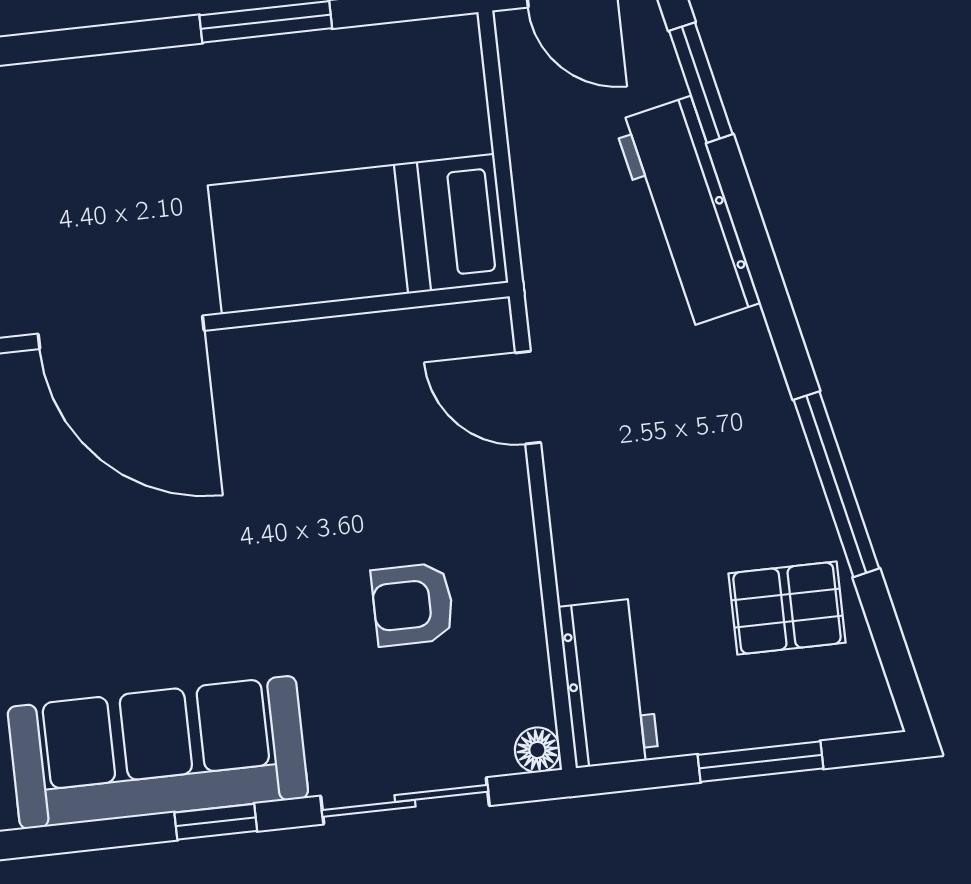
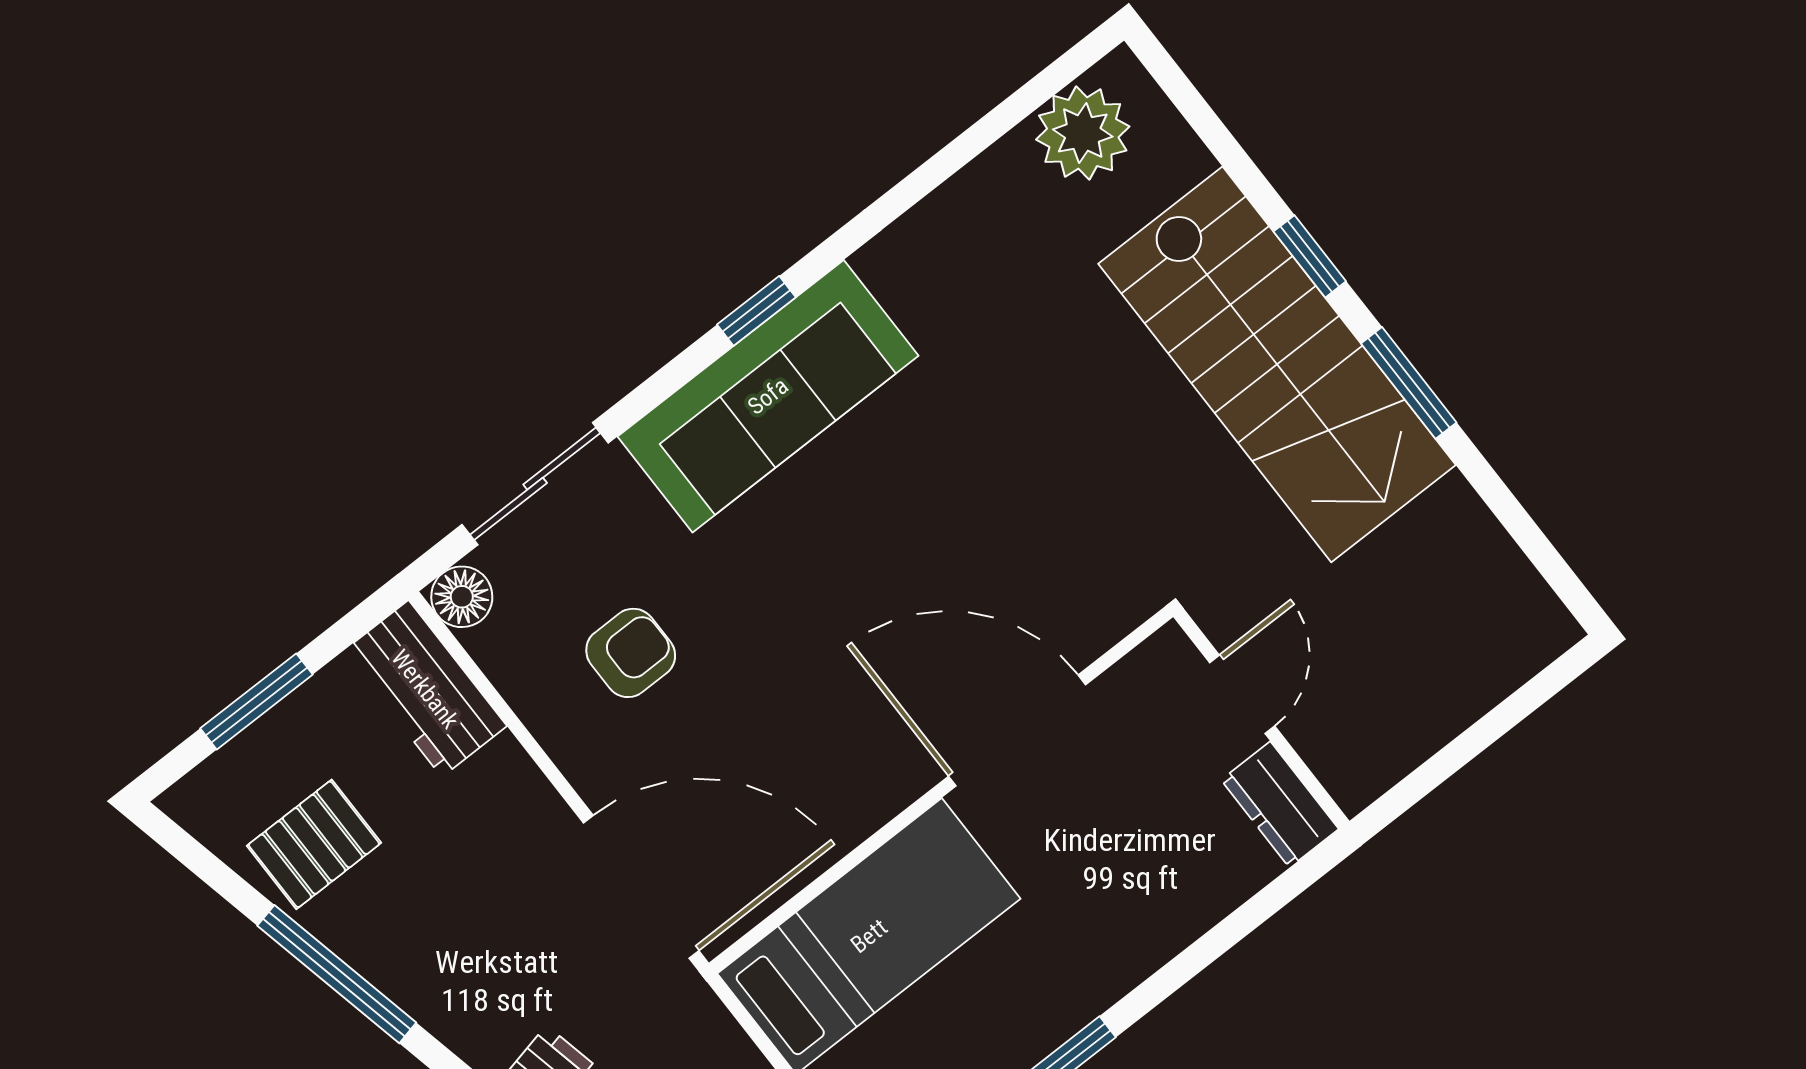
door: (528, 398) -> (641, 887), width x1.87
floor lamp: (537, 750) -> (462, 597), width x1.37, depth x1.37
window: (216, 822) -> (756, 311), moved

